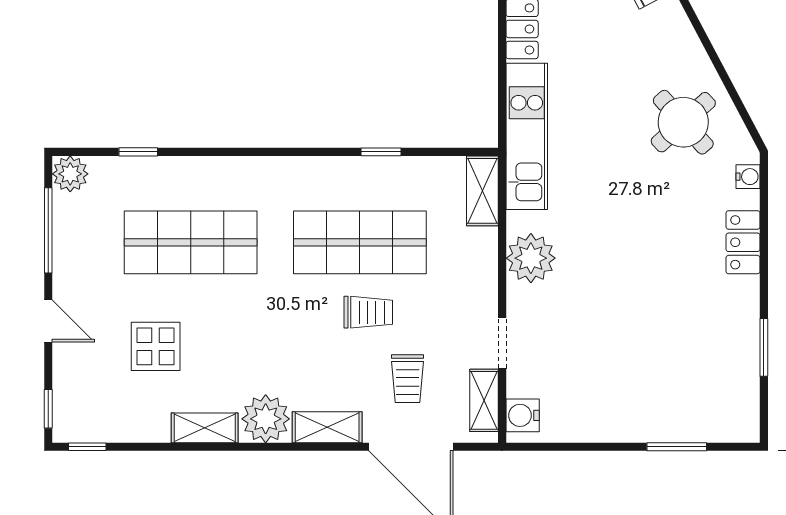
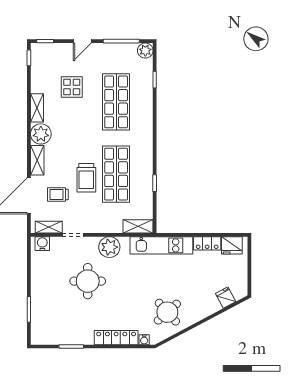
locker: (743, 242) -> (116, 338), width x1.53
round table: (611, 309) -> (88, 281), added
trolley: (368, 312) -> (86, 178), width x1.36, depth x1.39

